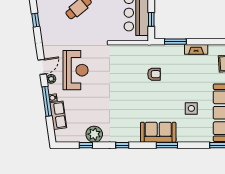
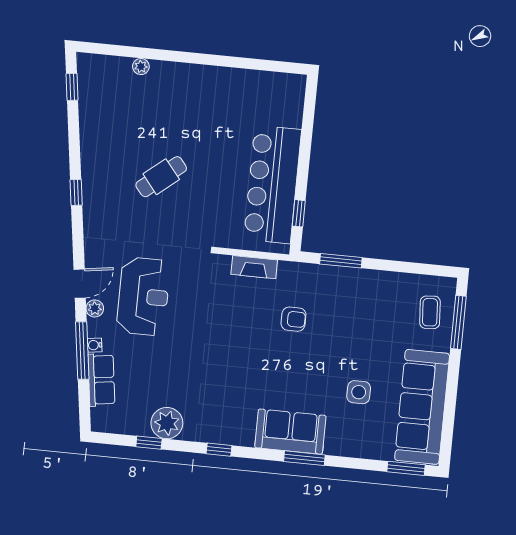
fireplace: (196, 49) -> (254, 267), moved

